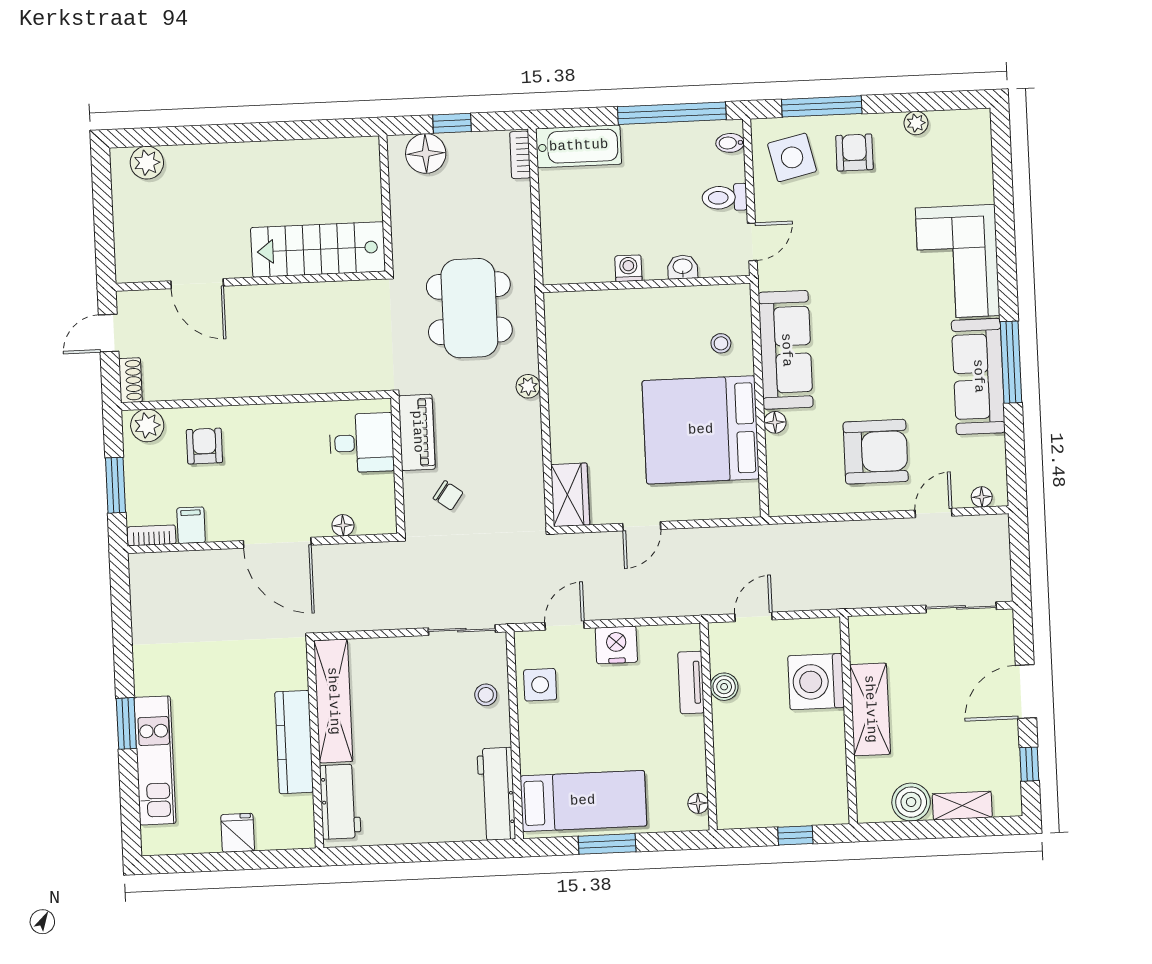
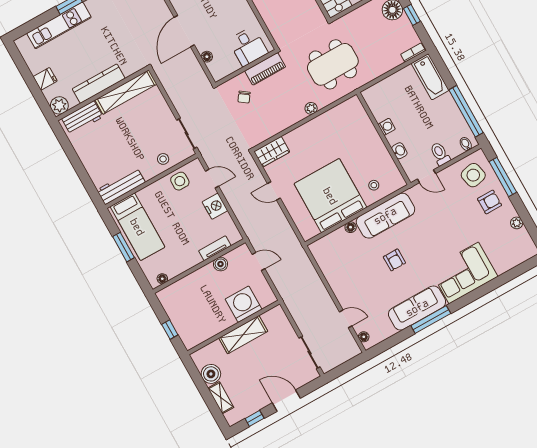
armchair: (876, 452) -> (394, 260), moved, width x0.53, depth x0.53
plant: (298, 832) -> (59, 105), added

